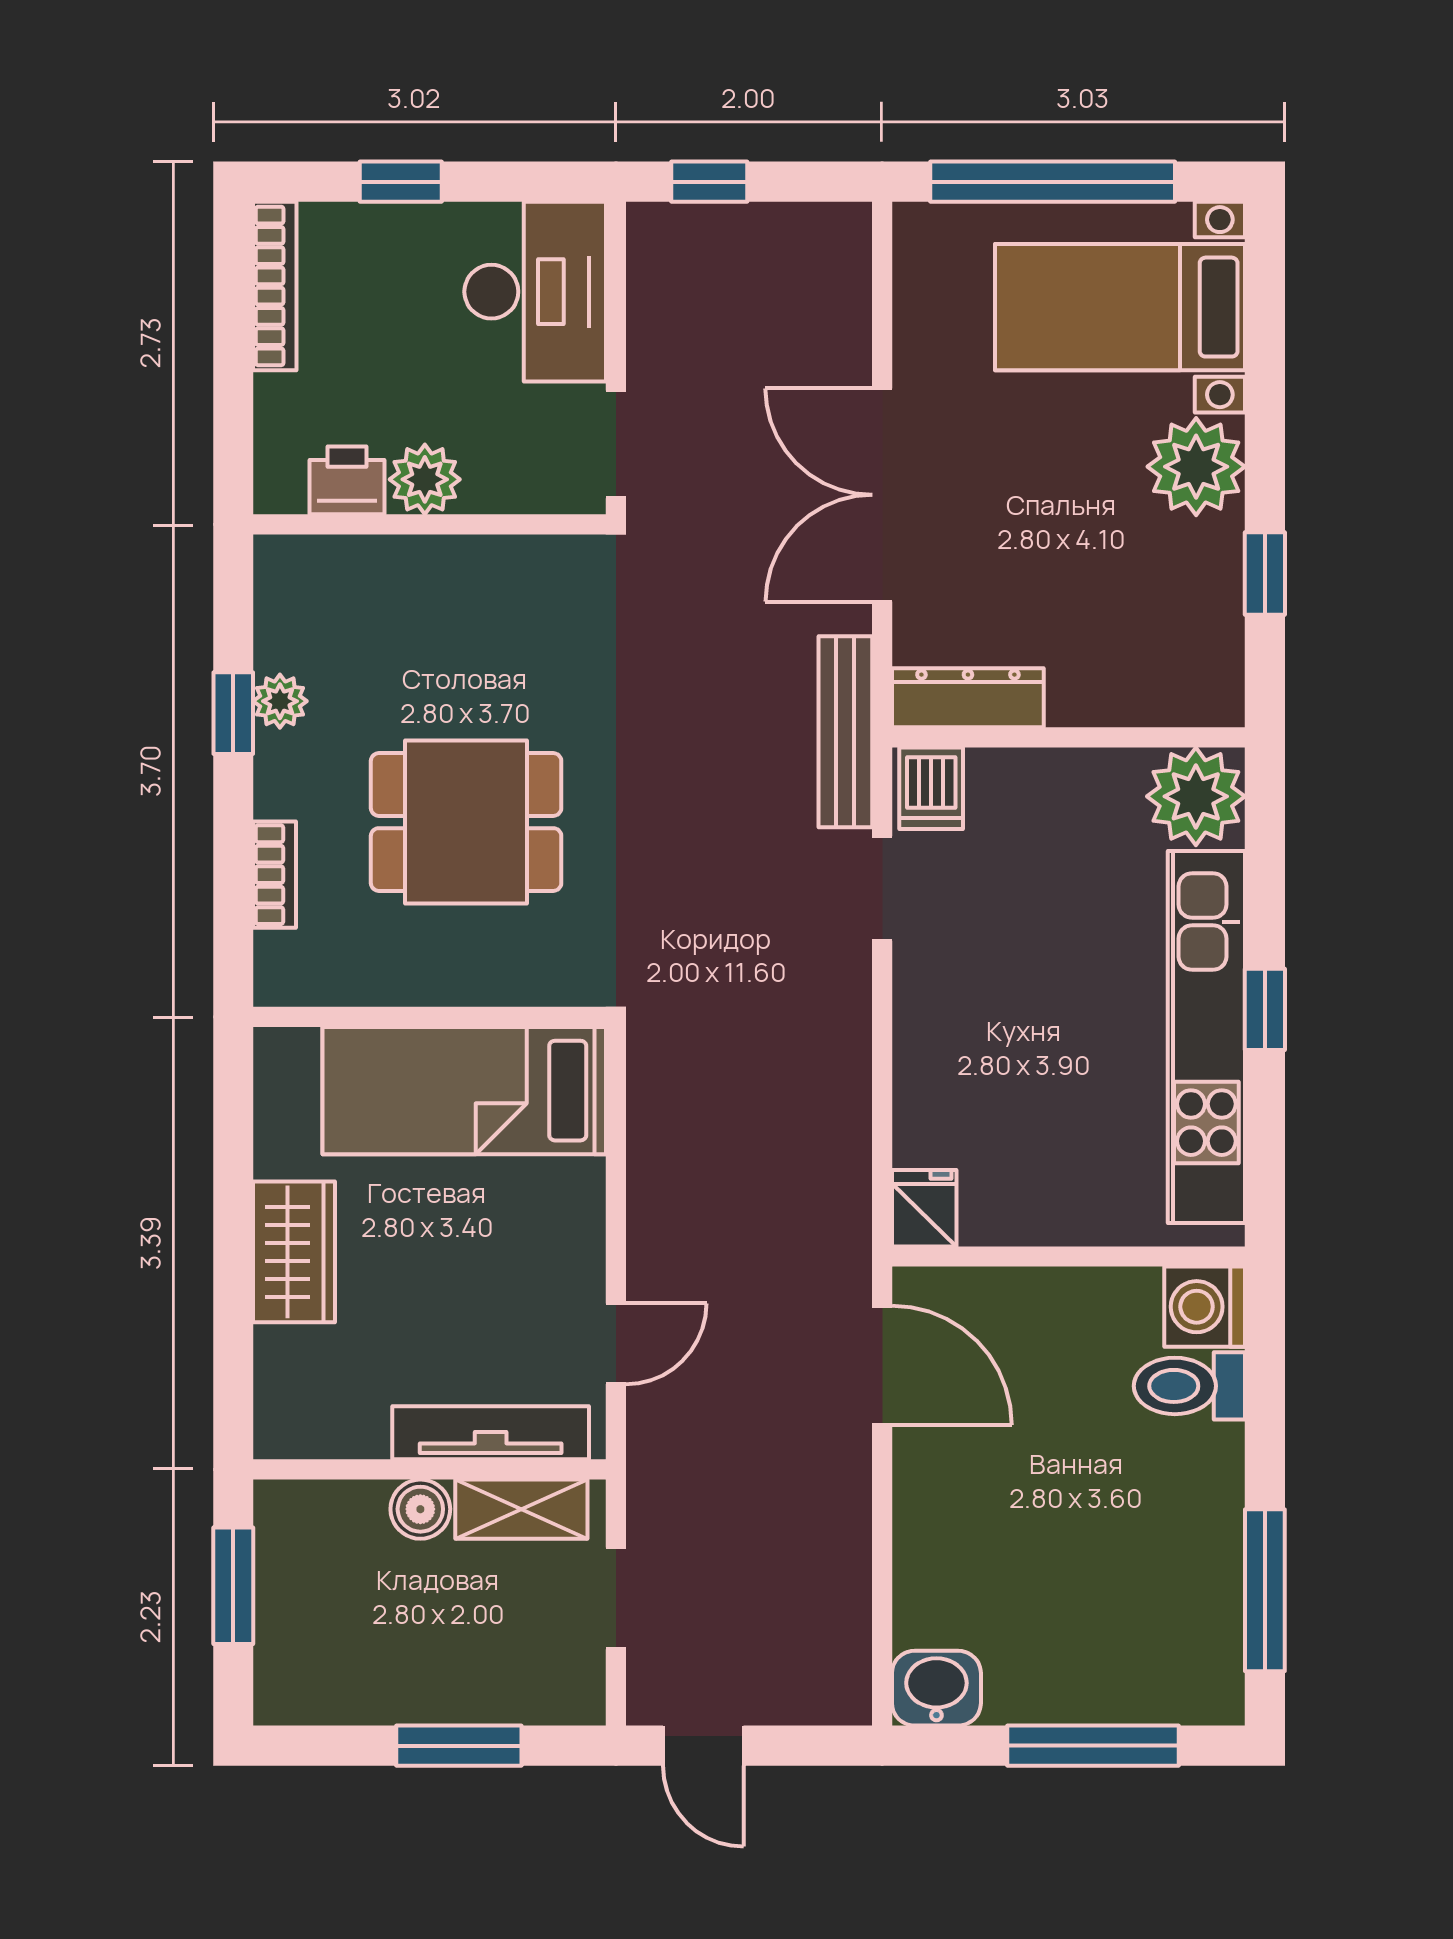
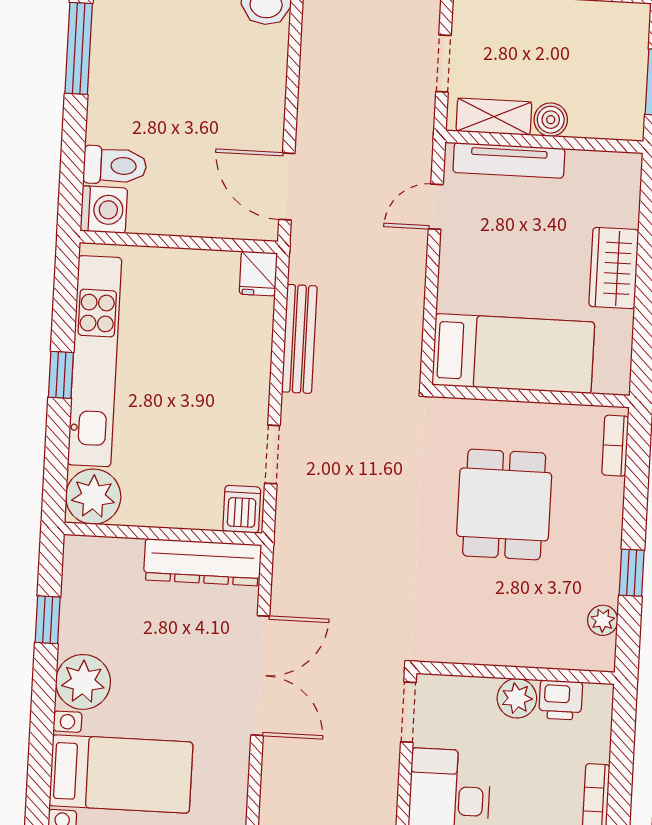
dresser: (968, 698) -> (203, 562), width x1.37, depth x1.24
plant: (280, 701) -> (603, 620), moved
bench: (845, 732) -> (299, 339), moved
dining table: (466, 822) -> (504, 504), turned 90
bookcase: (275, 875) -> (615, 446), moved

